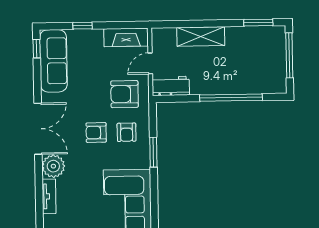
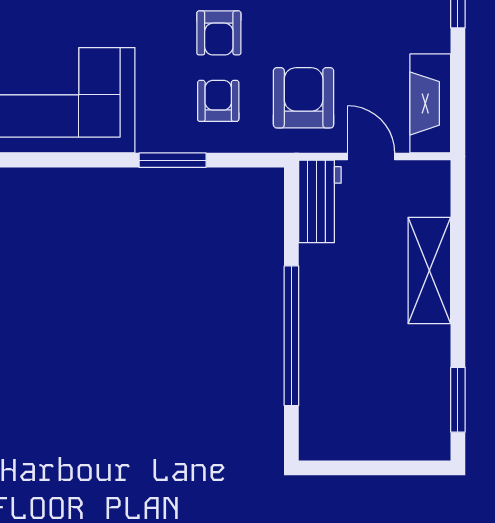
window: (289, 55) -> (384, 468), removed
armchair: (127, 132) -> (218, 101), turned 90
armchair: (96, 133) -> (219, 33), turned 180

